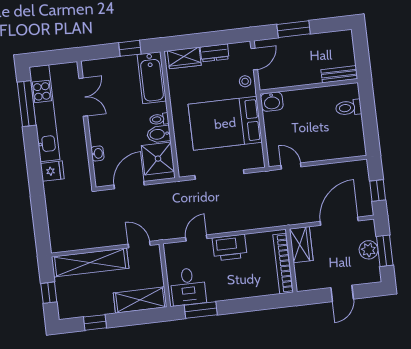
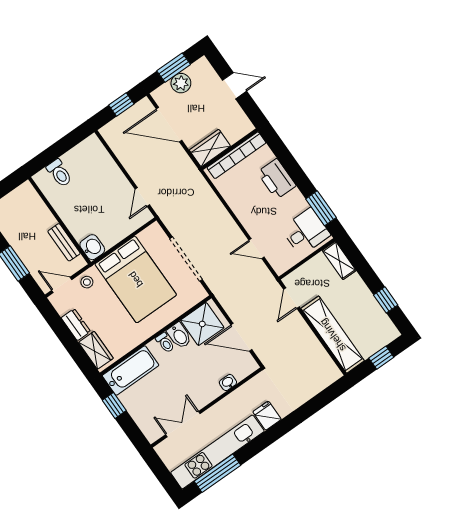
bench: (339, 74) -> (64, 242), moved
printer: (230, 248) -> (277, 179), moved, turned 180
shelving: (140, 300) -> (339, 260), width x0.67, depth x0.75

